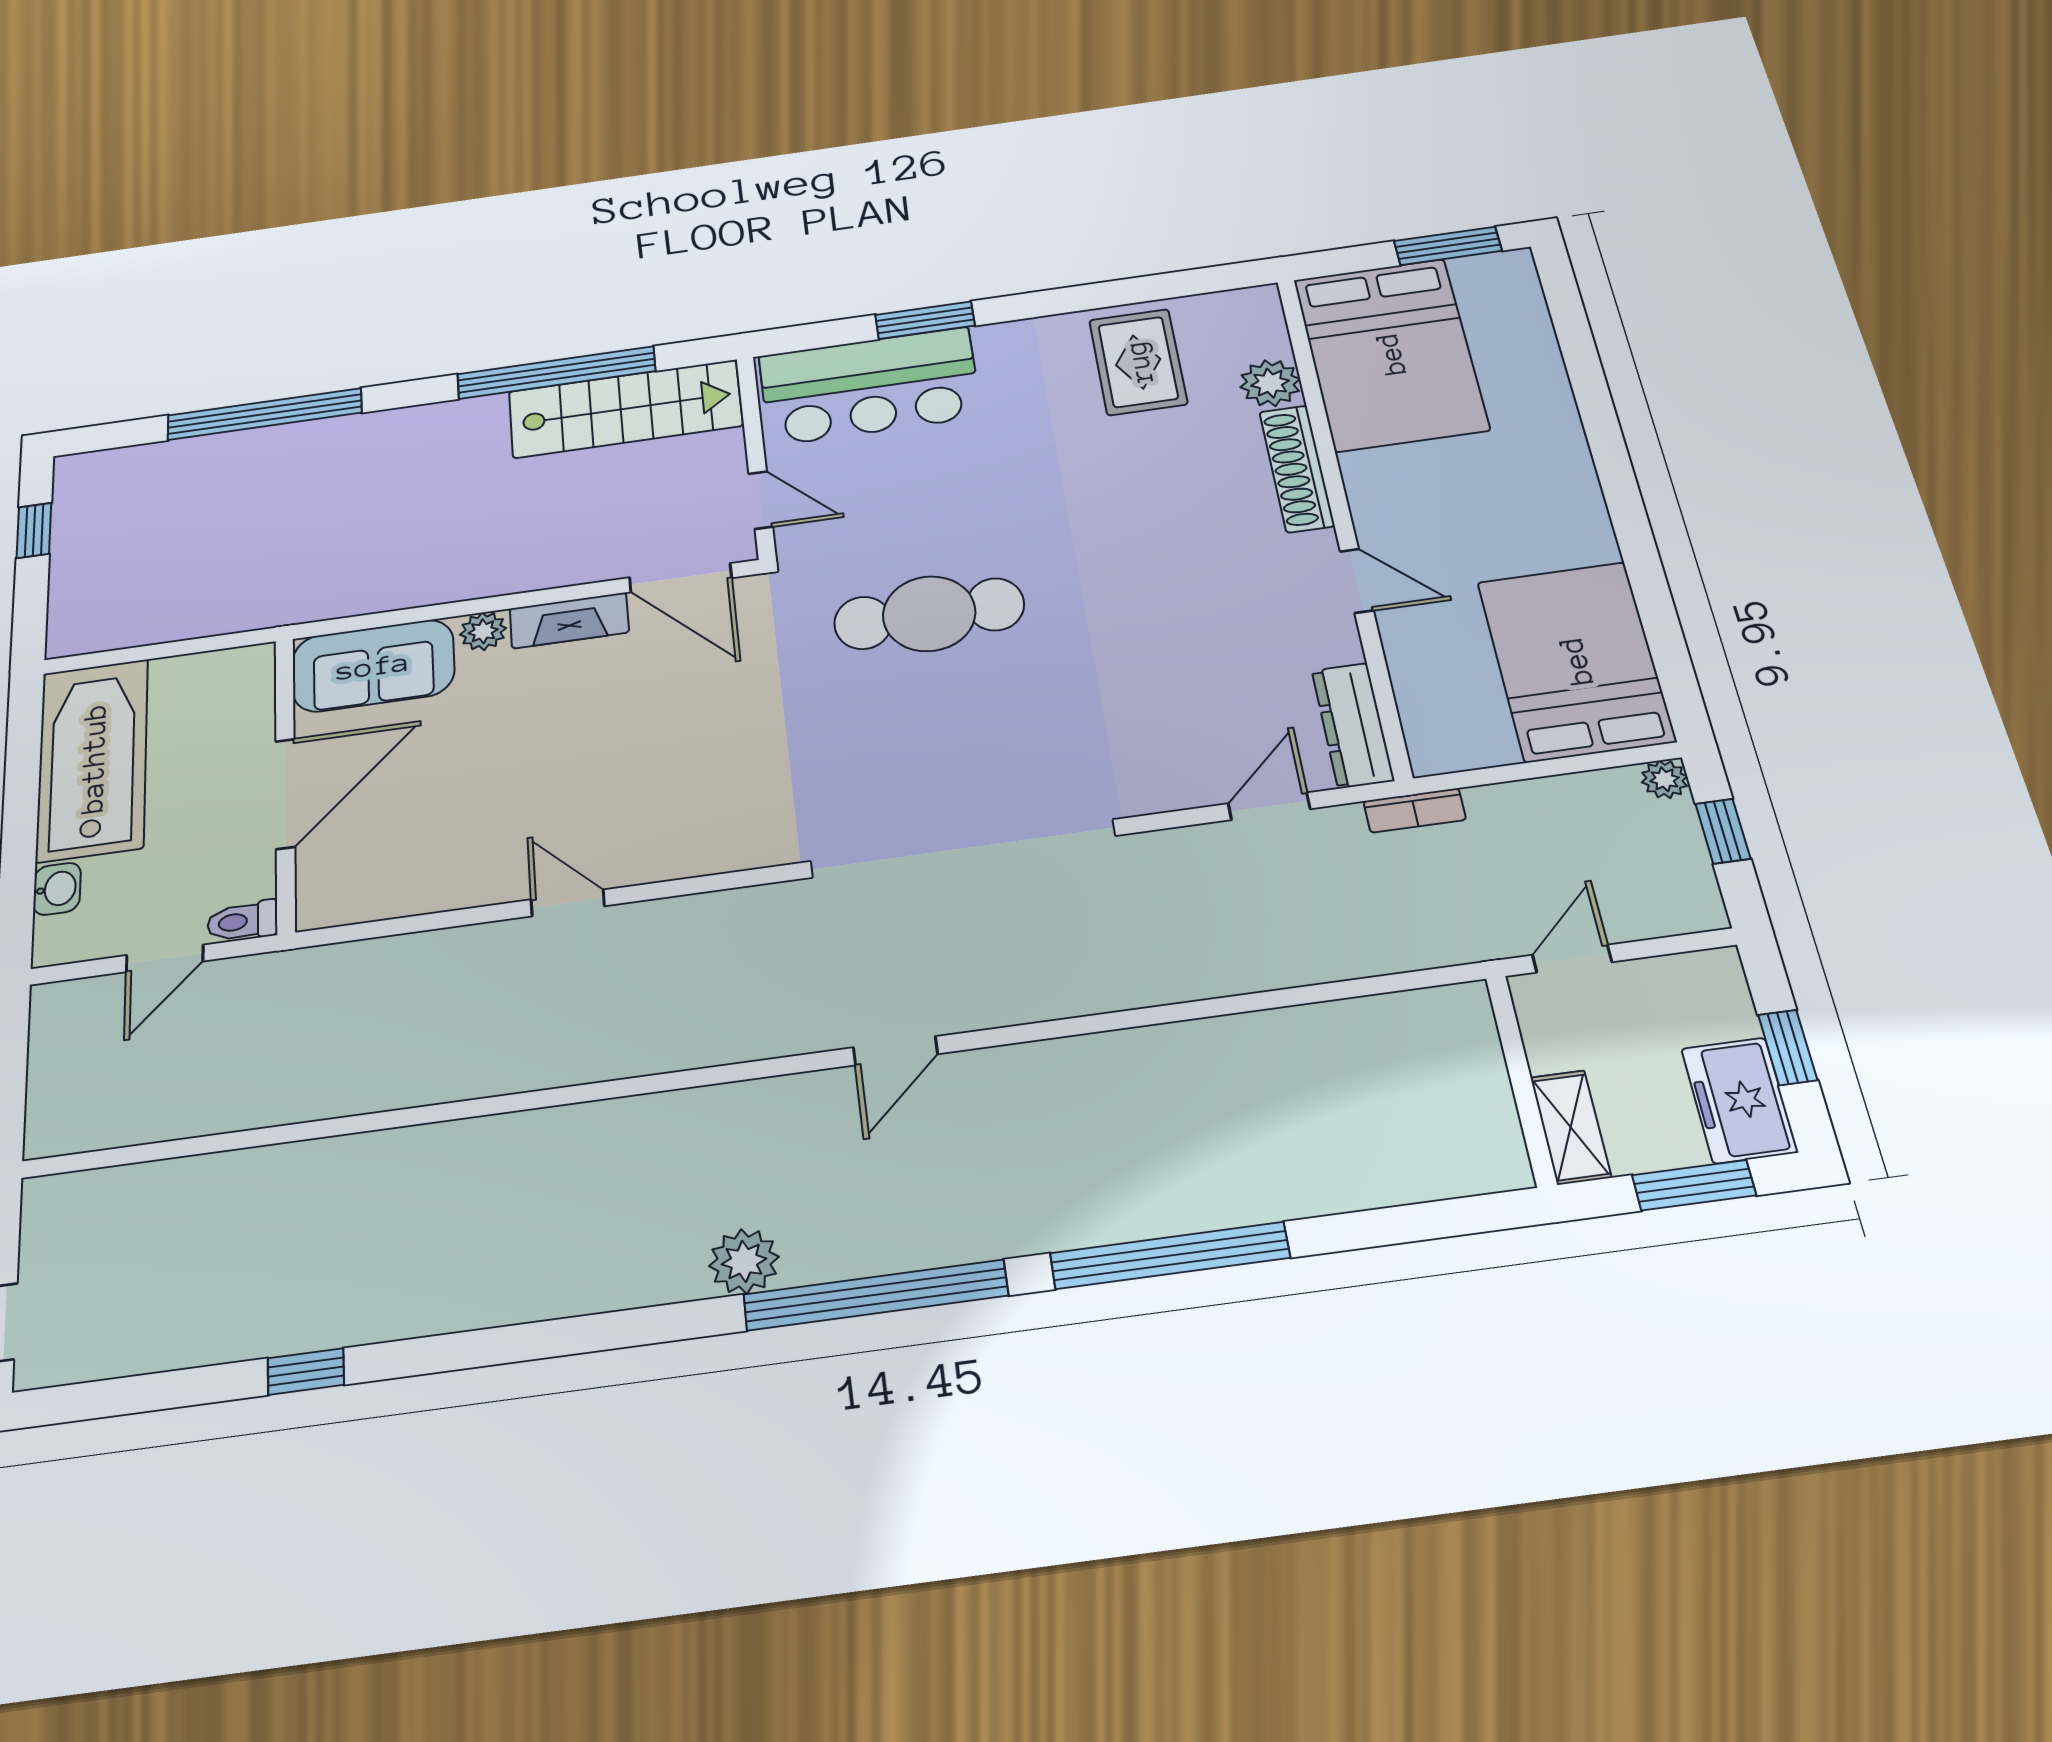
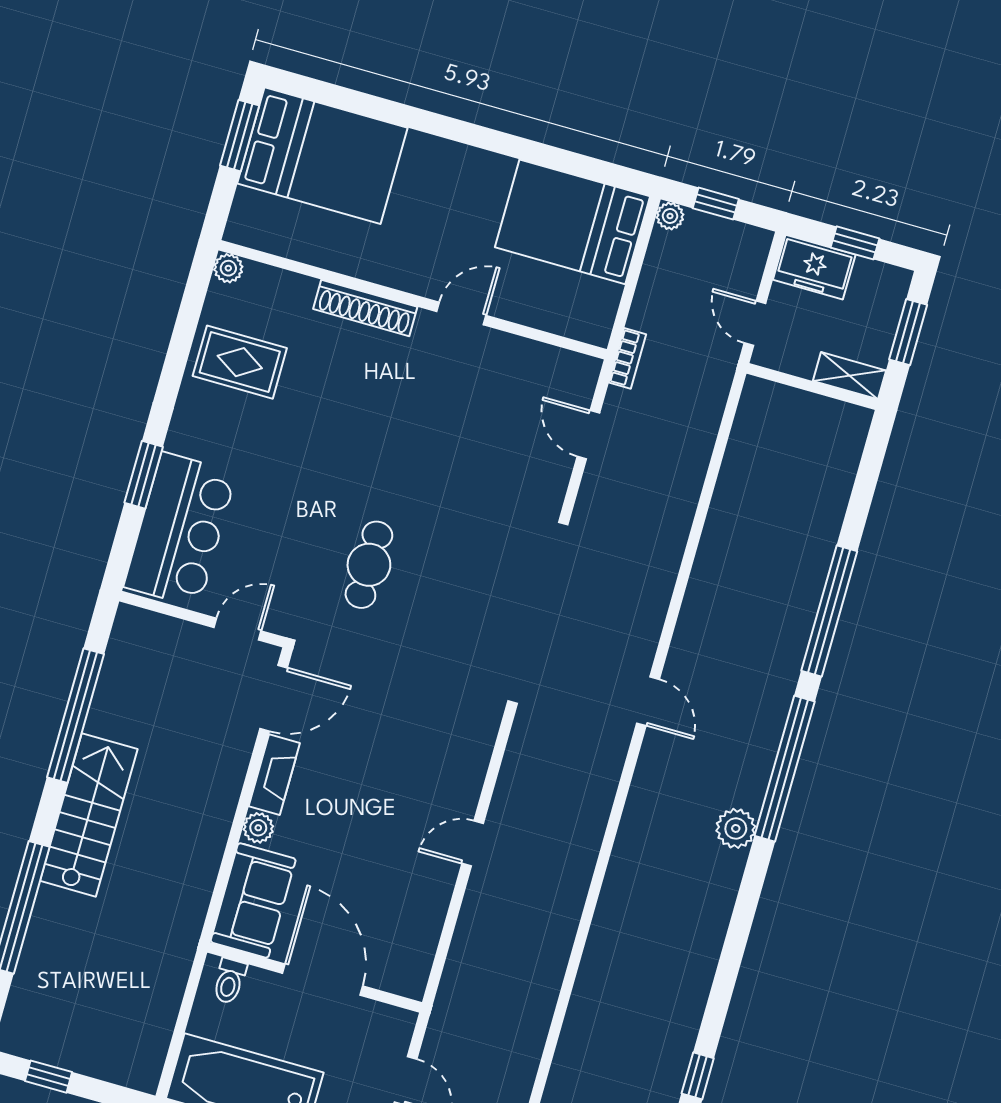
bed: (1390, 354) -> (322, 156), moved
plant: (1270, 383) -> (228, 268), moved, width x0.73, depth x0.73
stairs: (625, 409) -> (89, 815), moved
cafe table: (929, 614) -> (369, 565), width x0.73, depth x0.74
dresser: (1353, 725) -> (557, 364), removed
toilet: (243, 921) -> (229, 981), moved
freezer: (1739, 1100) -> (814, 267), moved

